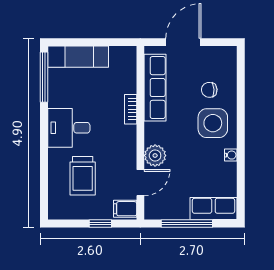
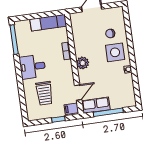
exam couch: (78, 57) -> (48, 23), moved
row of seats: (155, 88) -> (79, 37), removed
plant: (155, 155) -> (83, 63), moved
row of seats: (213, 208) -> (96, 105), moved

